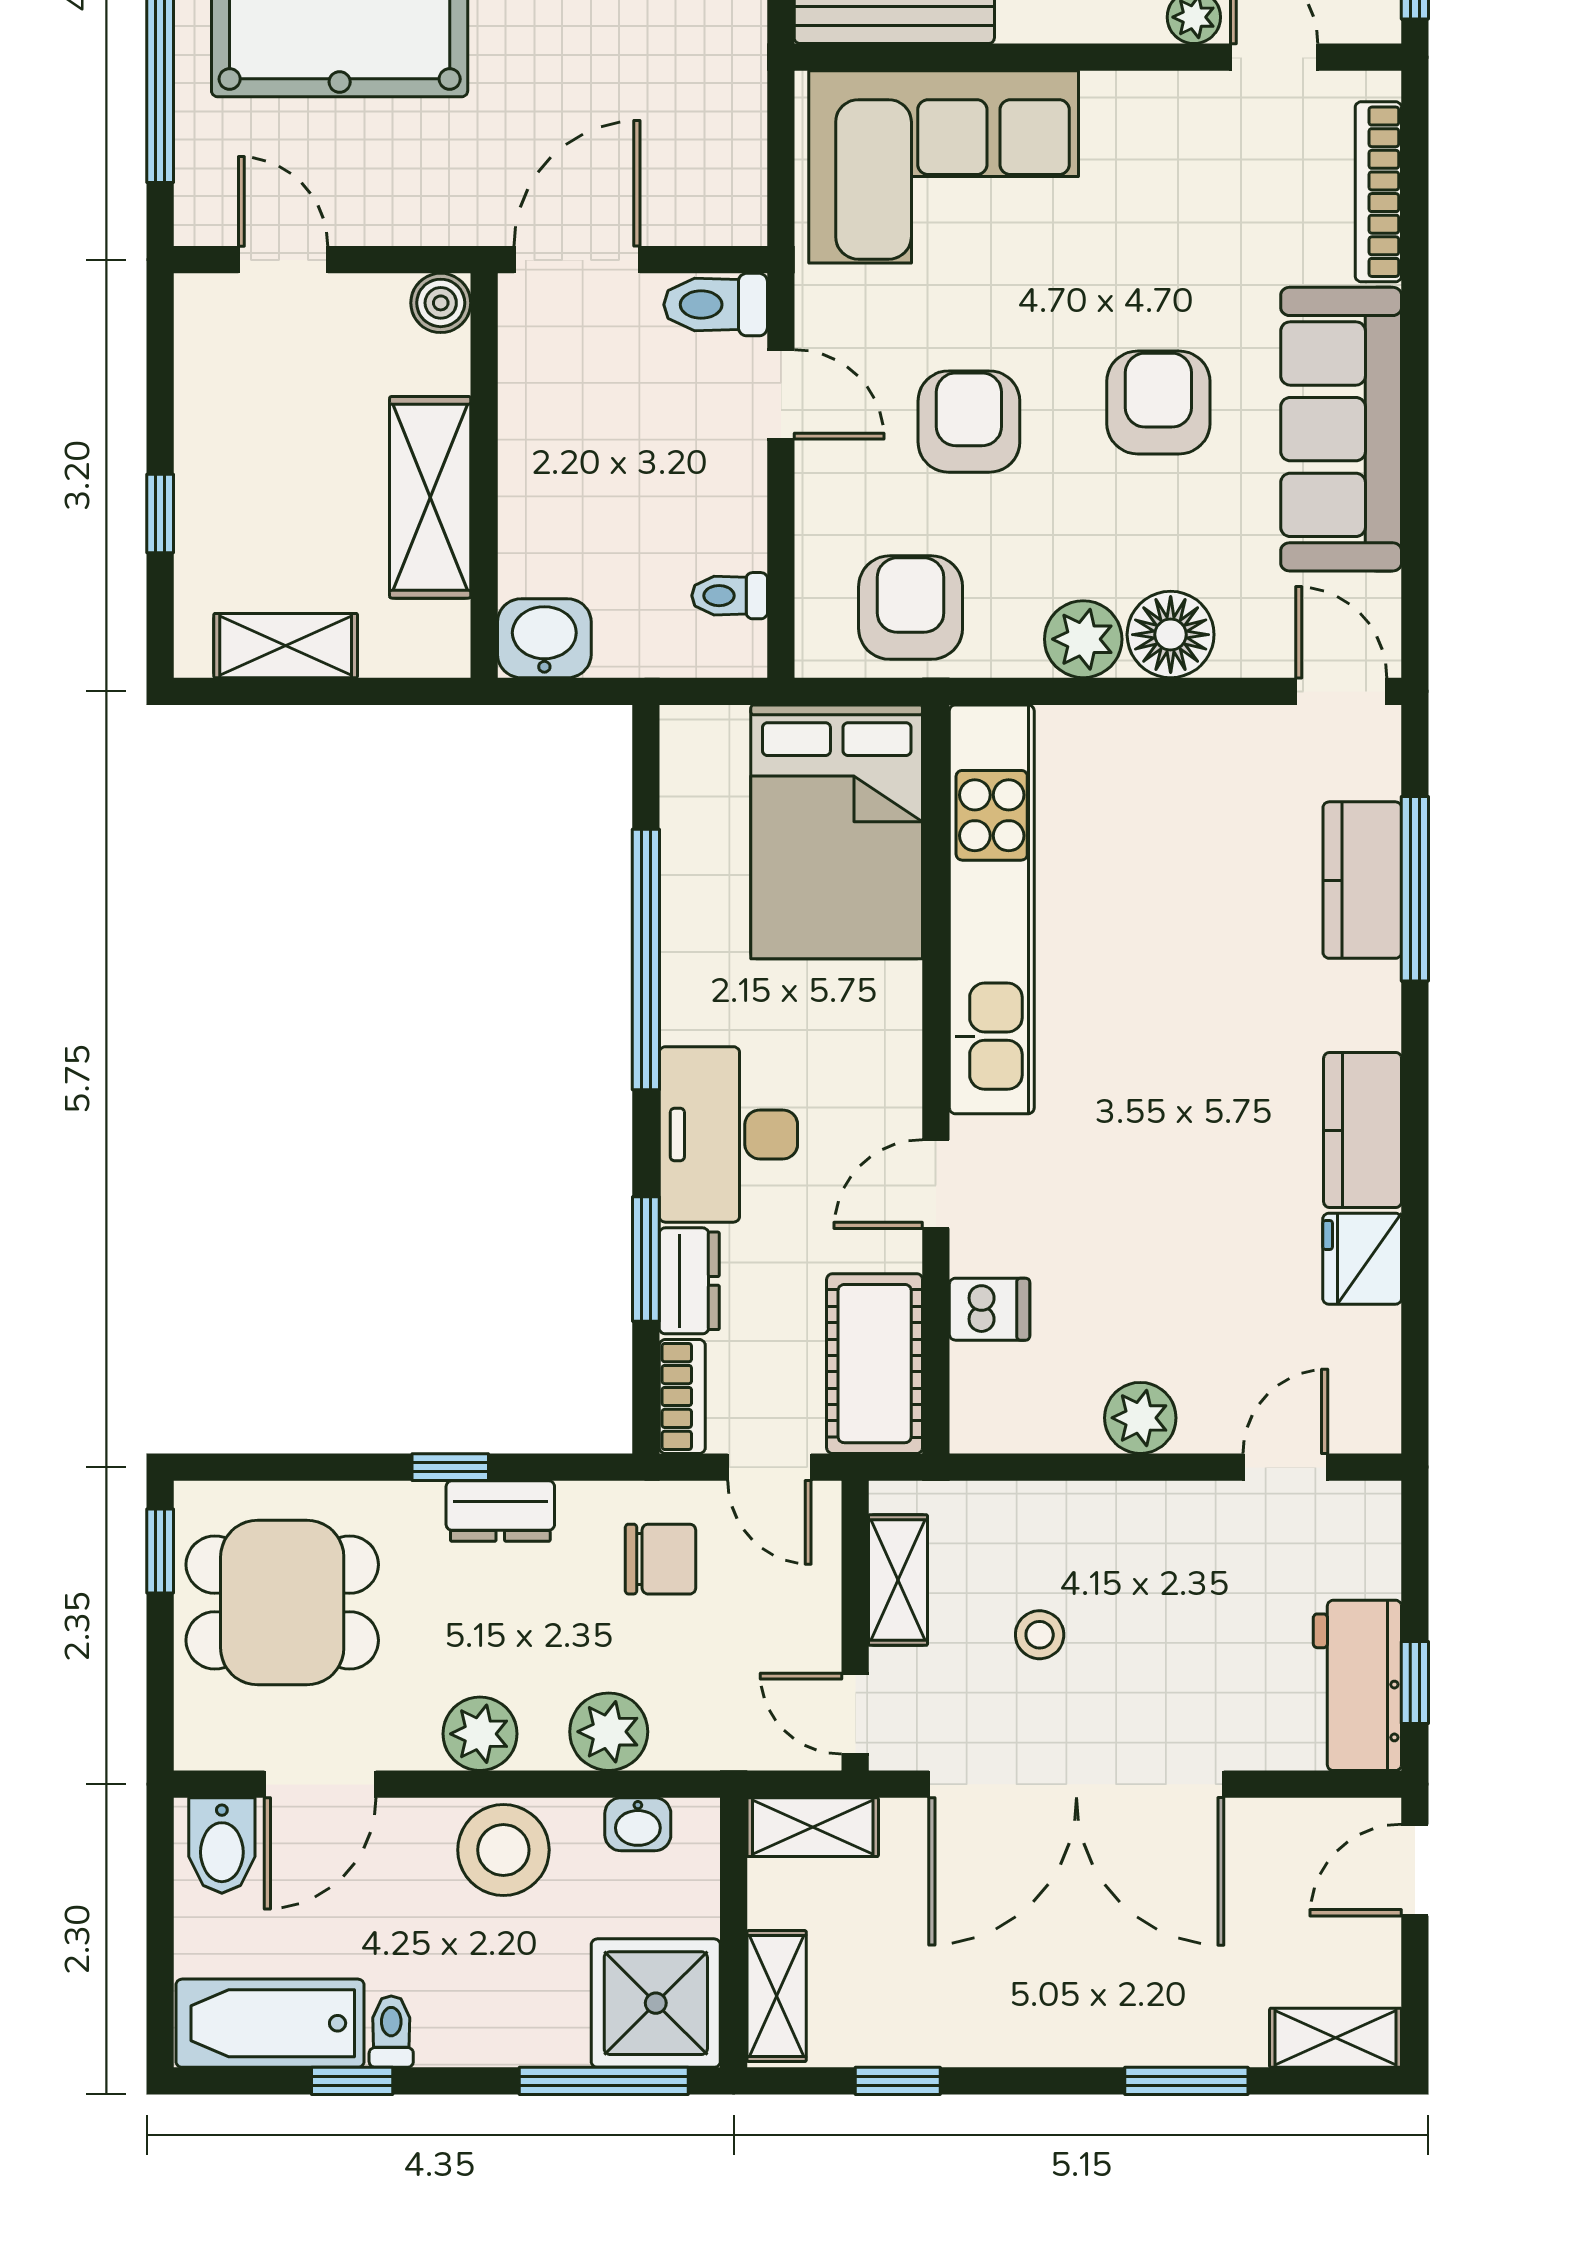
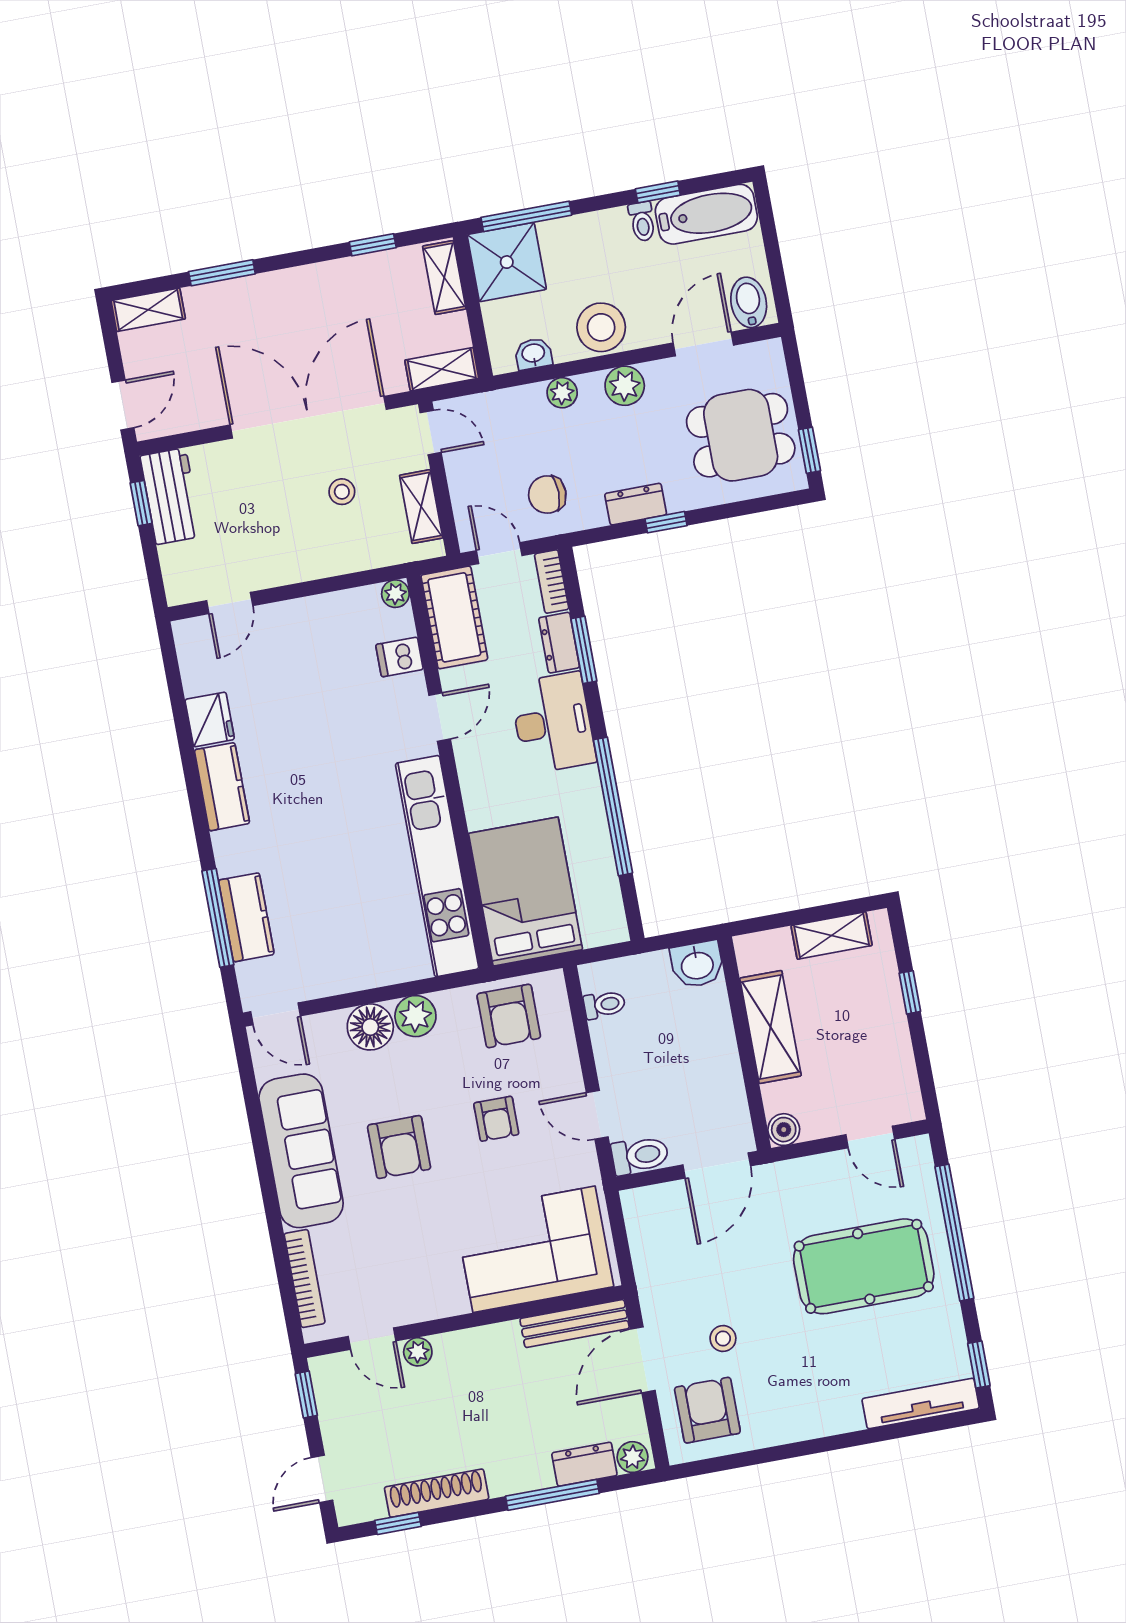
armchair: (969, 422) -> (496, 1119), width x0.72, depth x0.72
plant: (1140, 1418) -> (395, 594), moved, width x0.73, depth x0.73
plant: (609, 1732) -> (562, 393), width x0.73, depth x0.73

